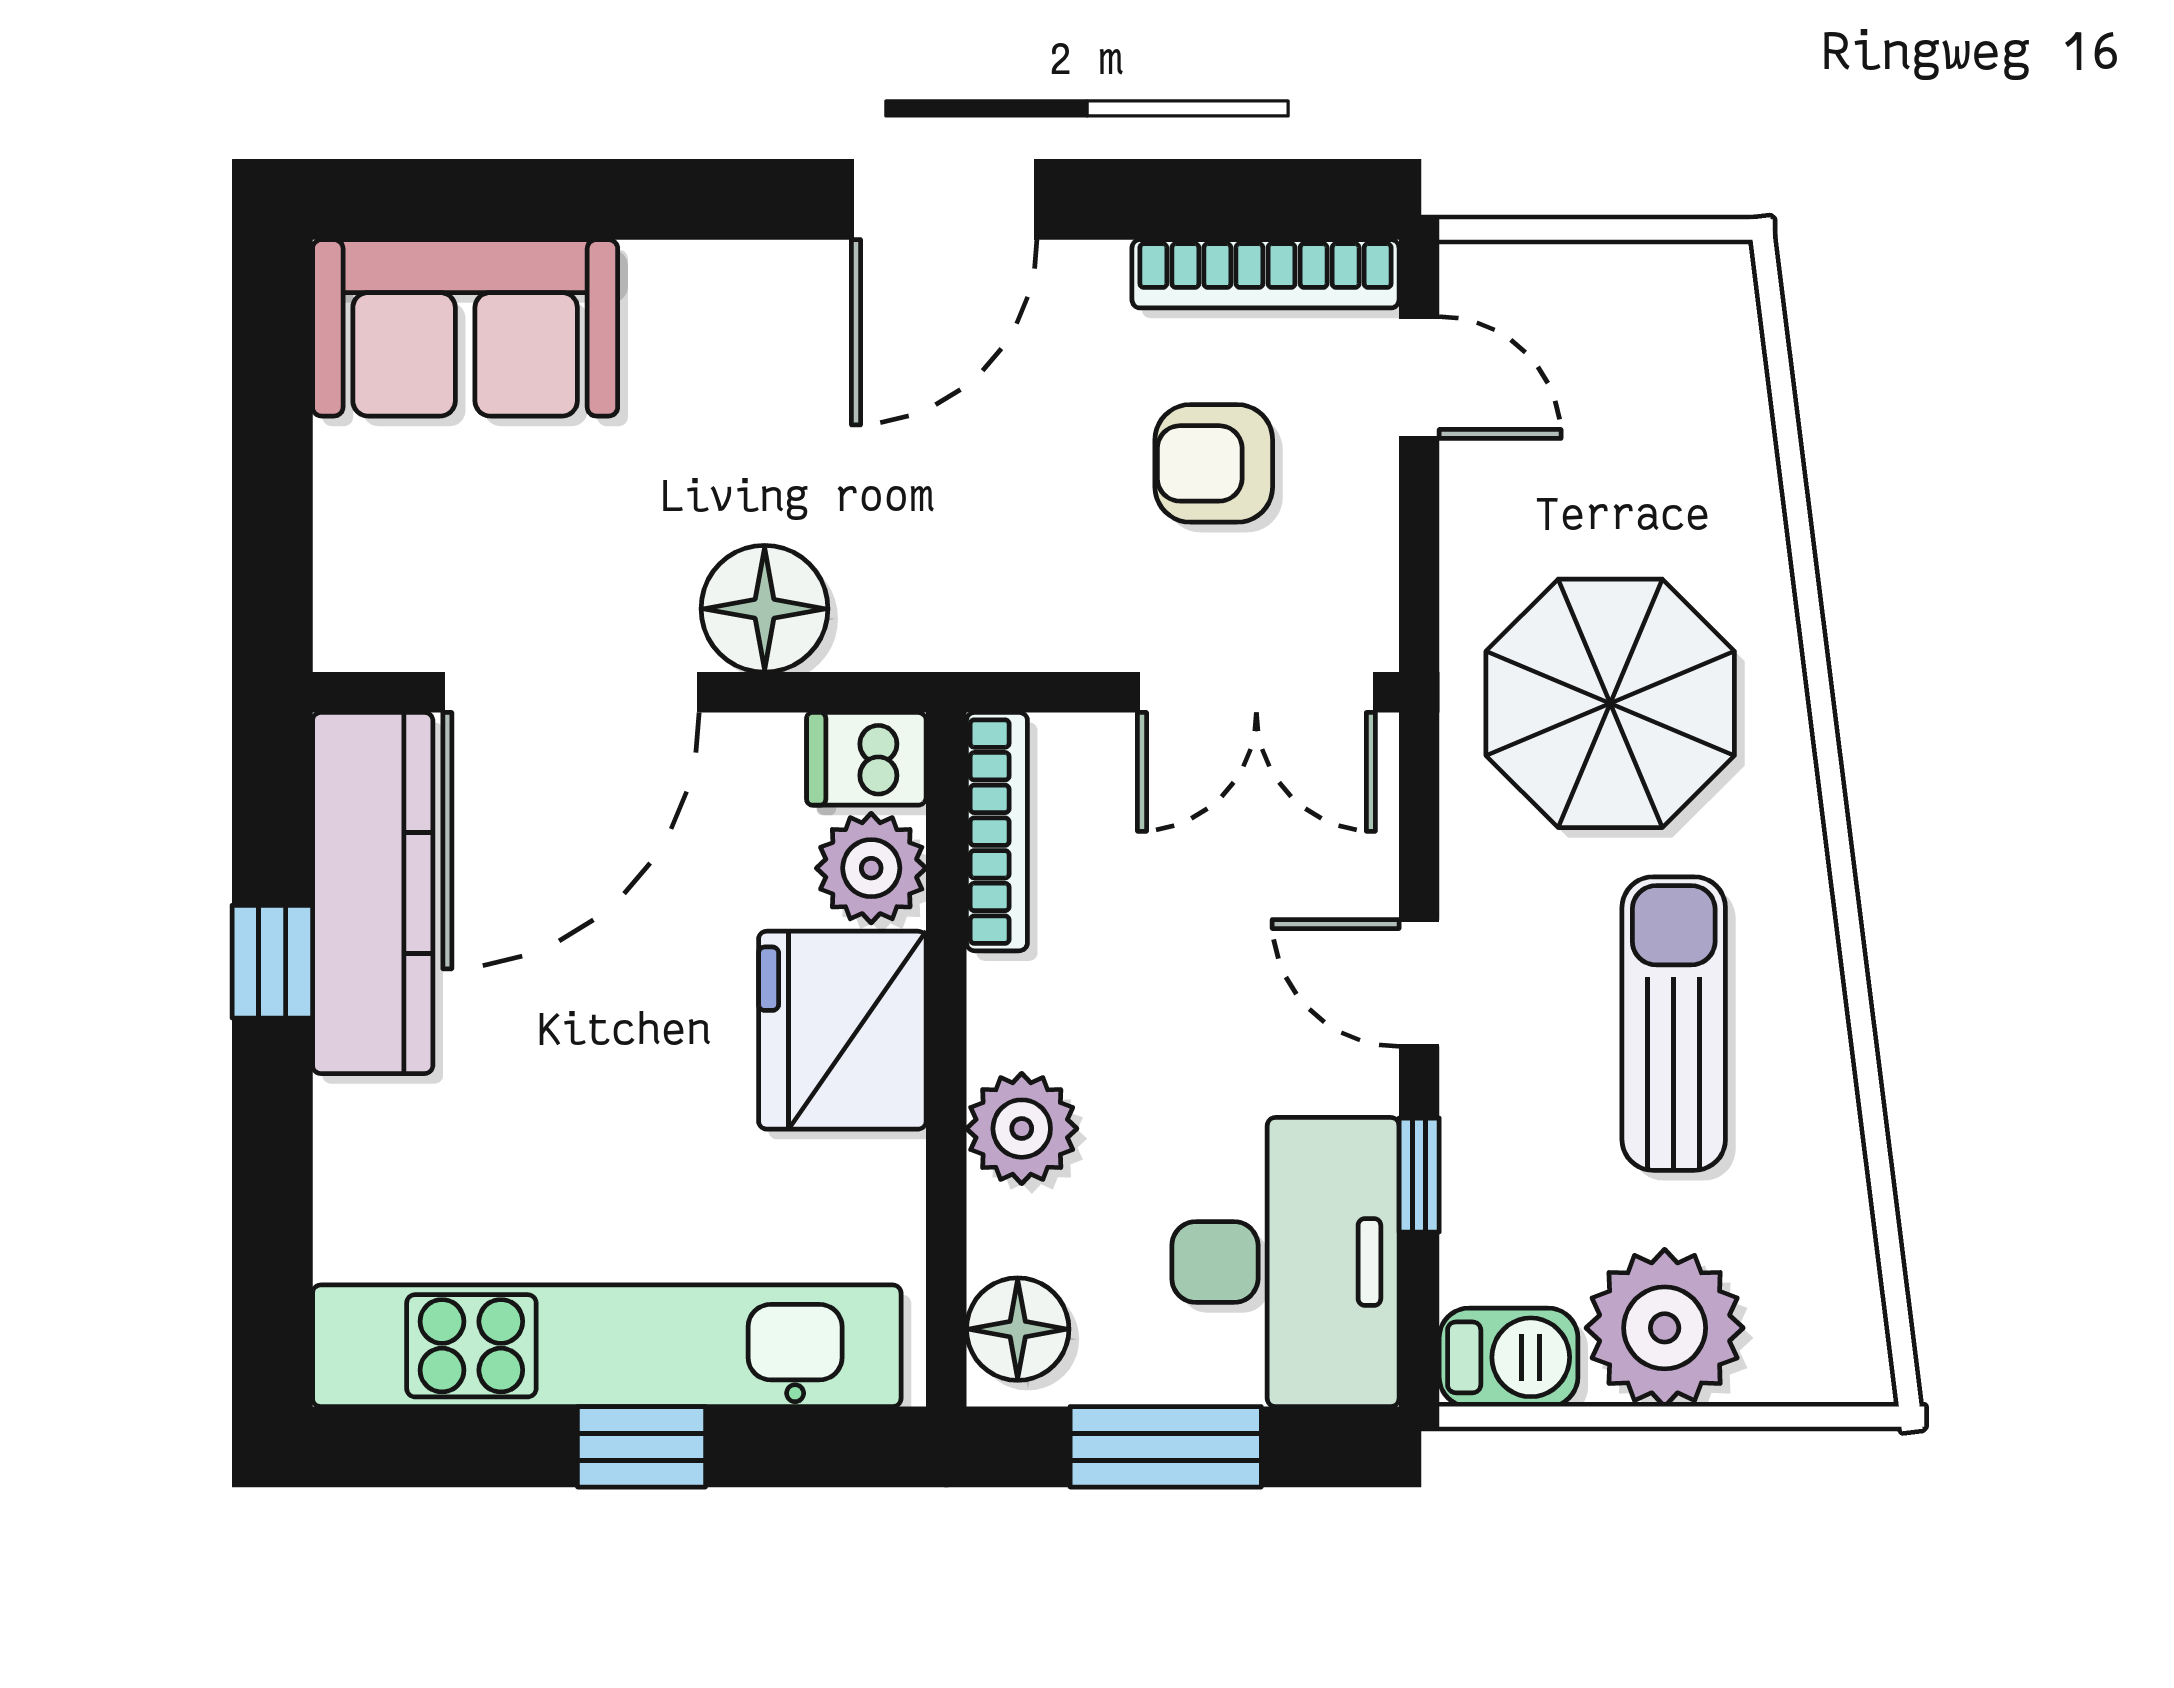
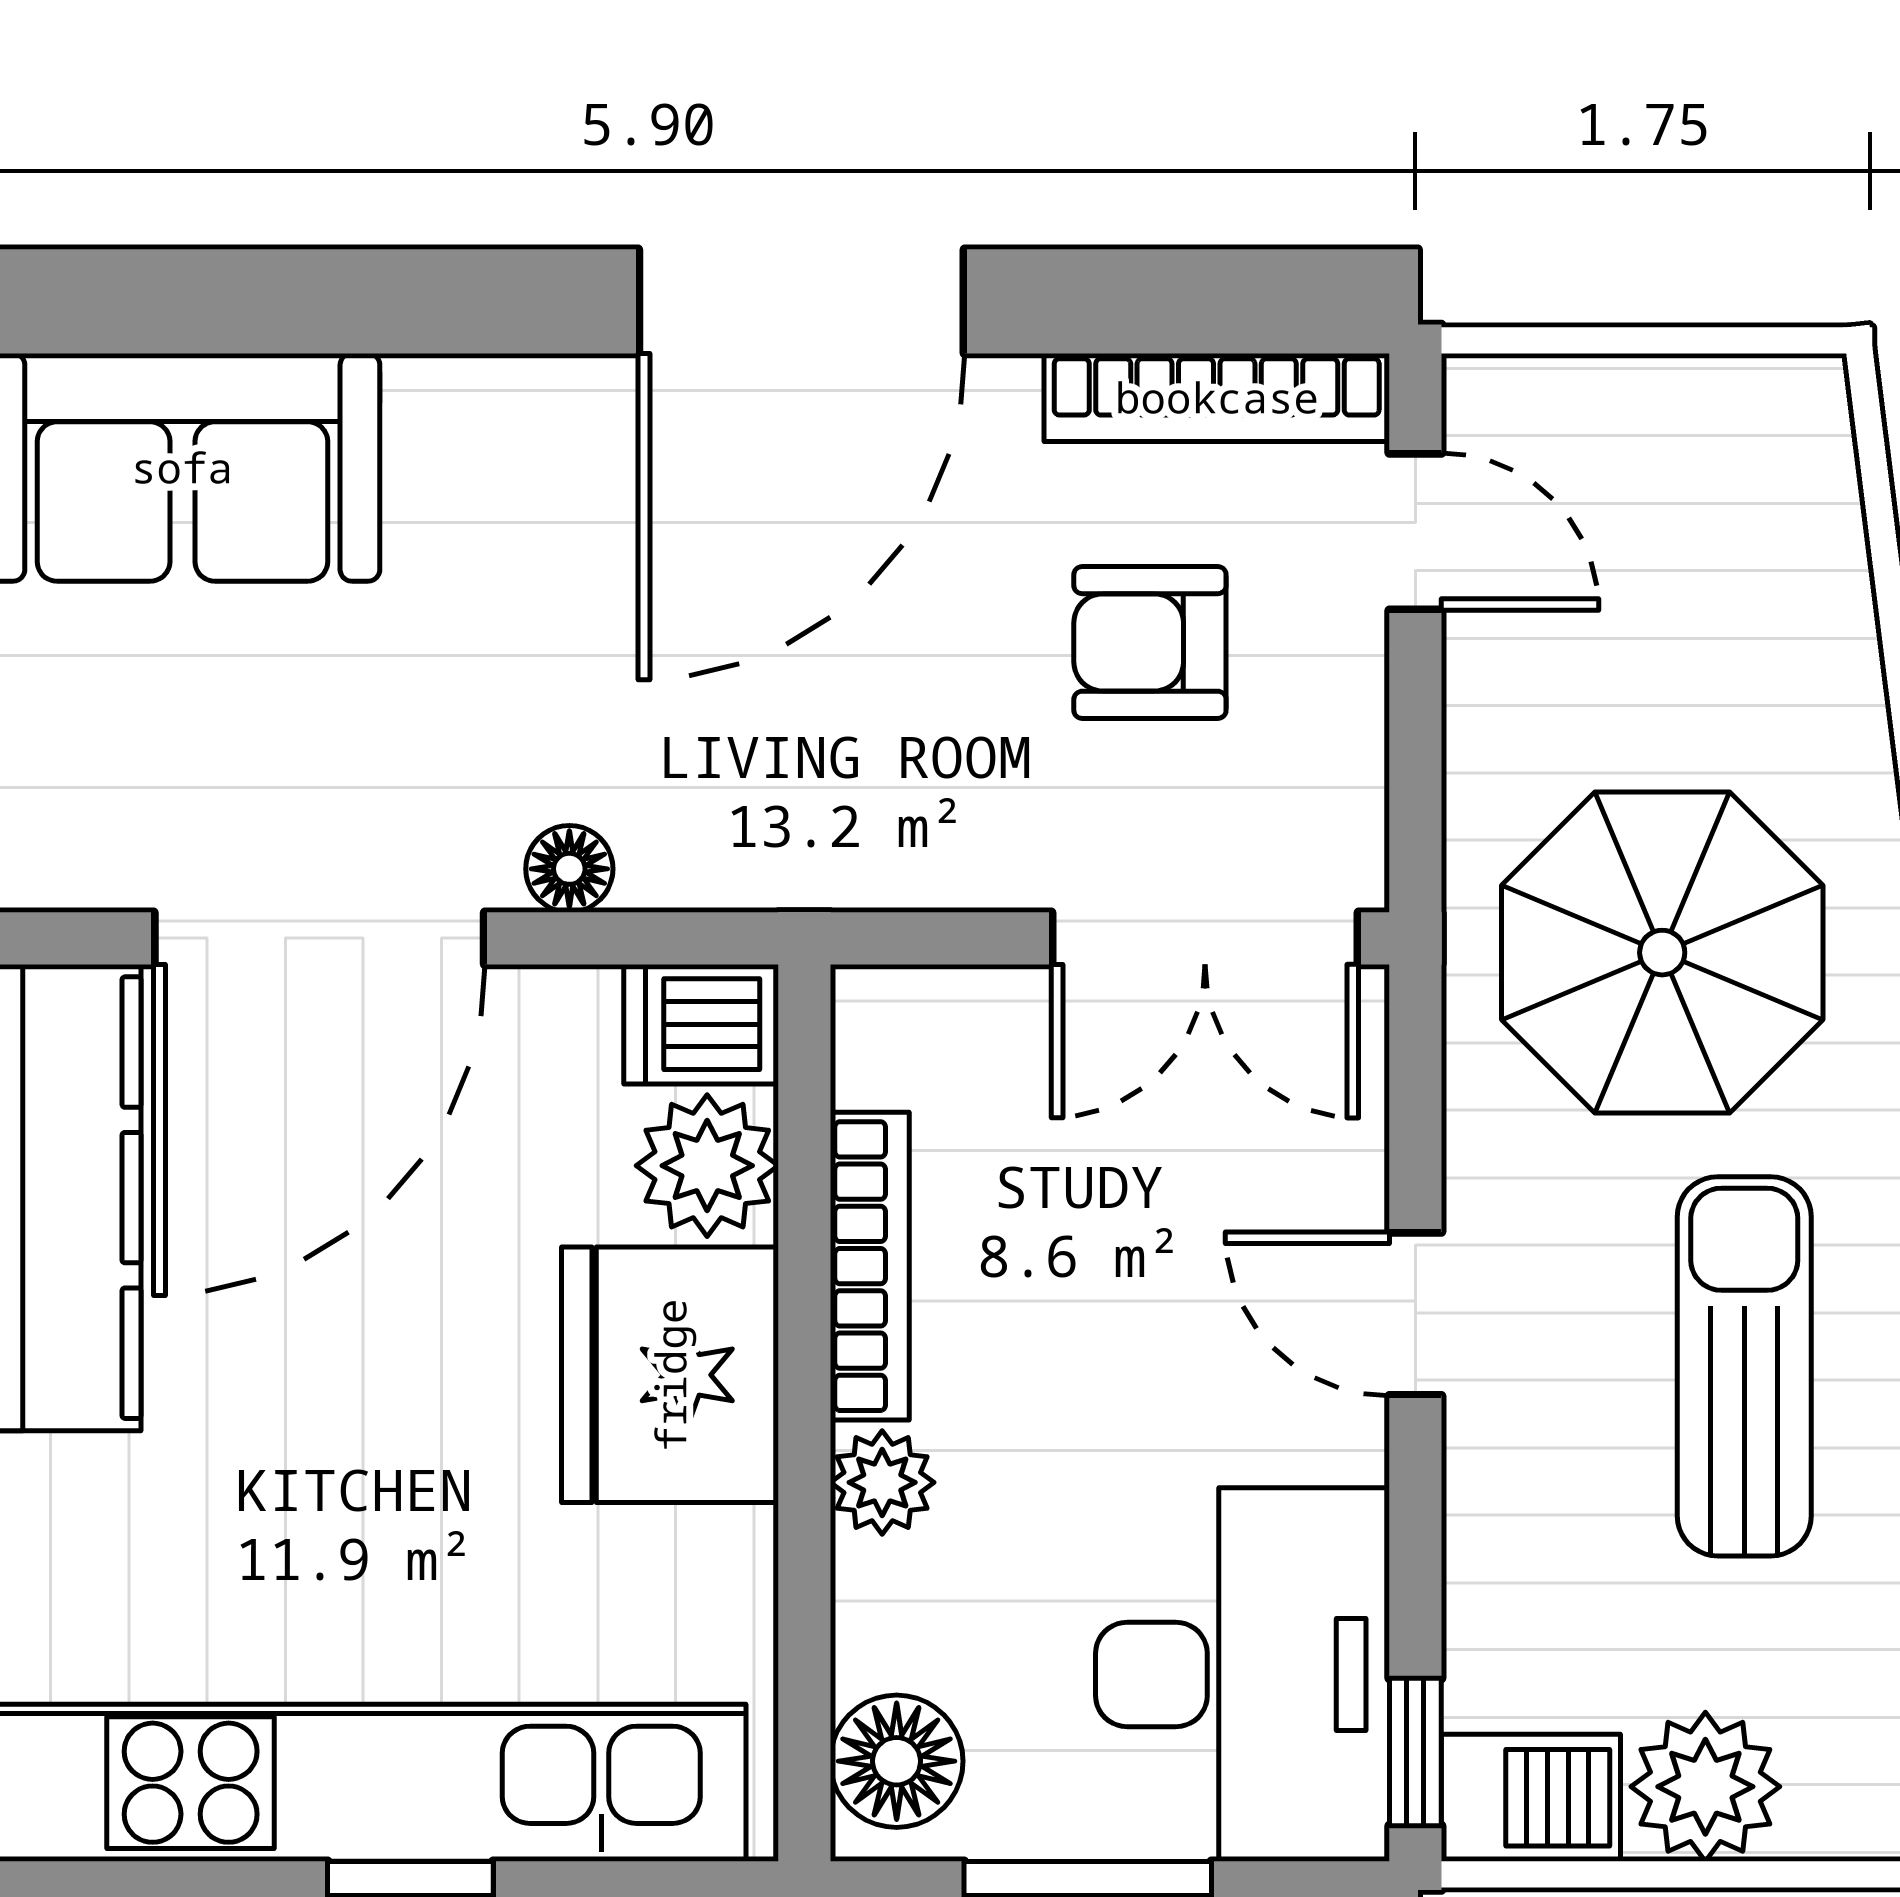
door: (944, 199) -> (801, 301), width x1.36
floor lamp: (765, 609) -> (569, 869), width x0.53, depth x0.53
bookcase: (997, 832) -> (870, 1266), moved
plant: (1022, 1129) -> (882, 1482), width x0.73, depth x0.73
window: (1419, 1175) -> (1415, 1752), moved
plant: (1665, 1328) -> (1705, 1787), width x0.73, depth x0.73

